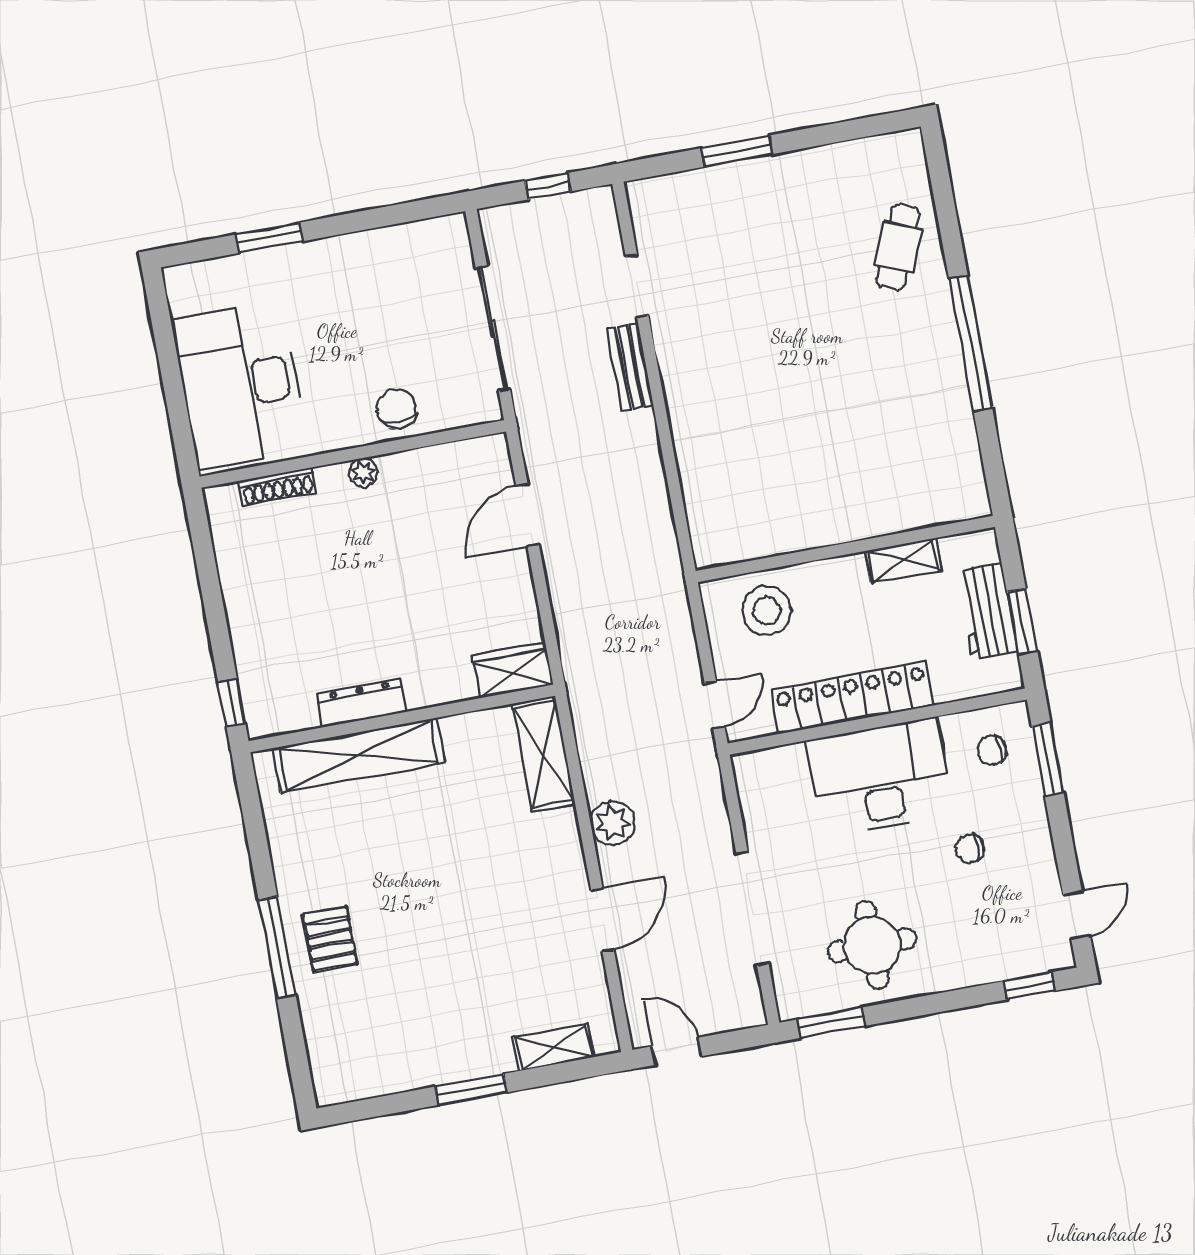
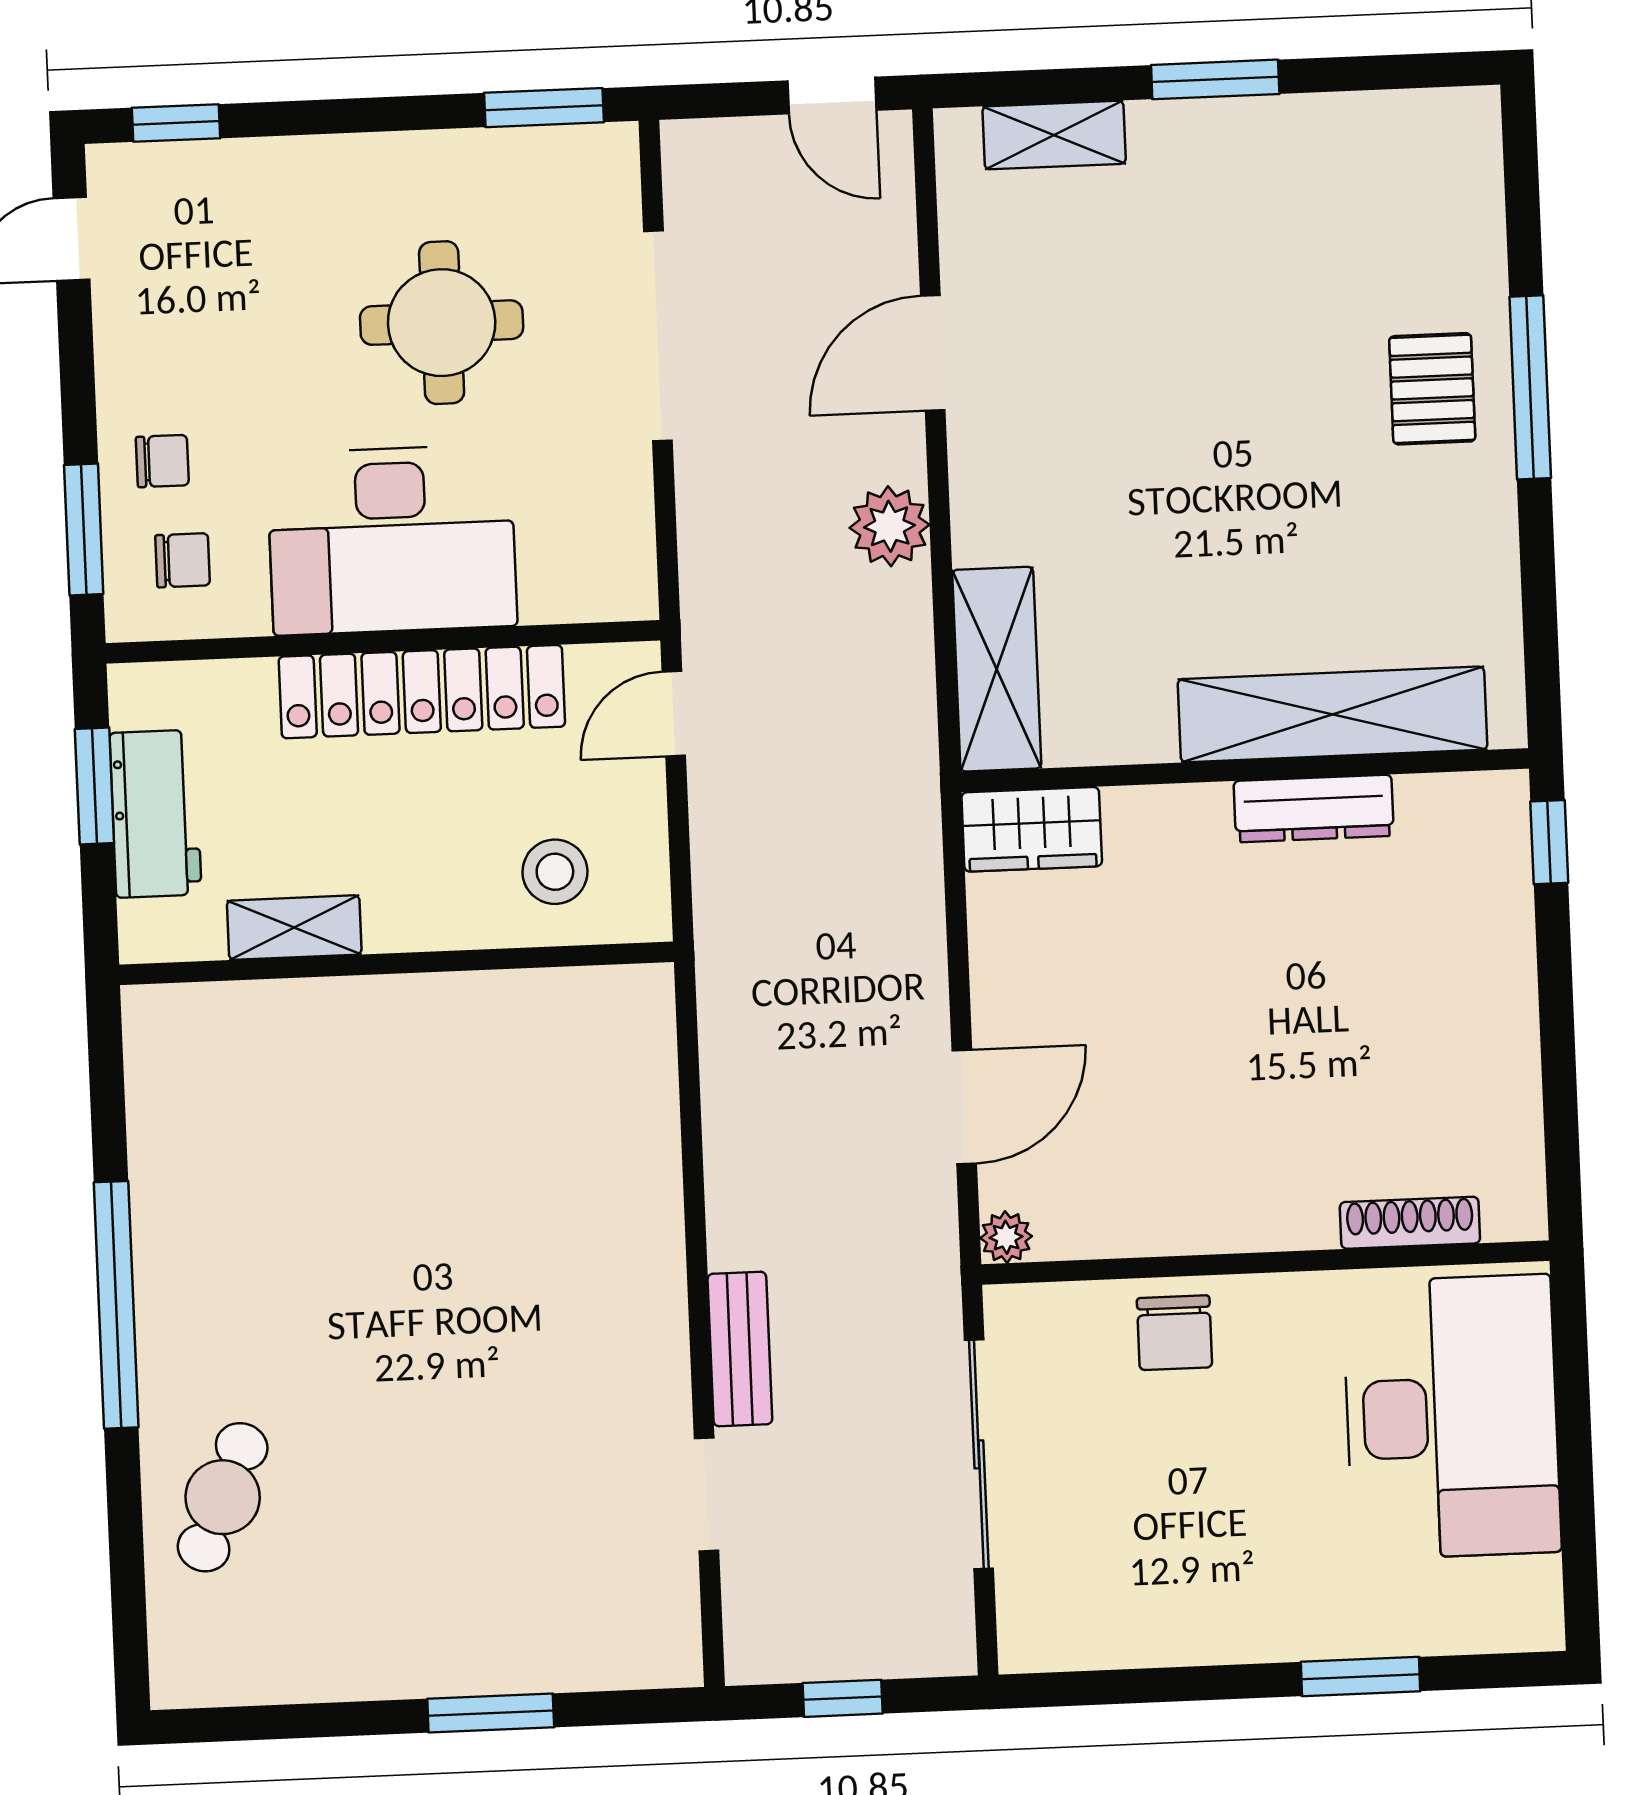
plant: (363, 472) -> (1006, 1237), moved
stool: (767, 611) -> (555, 872), width x0.73, depth x0.73
chair: (970, 848) -> (162, 461), moved
round table: (872, 945) -> (442, 323), moved

